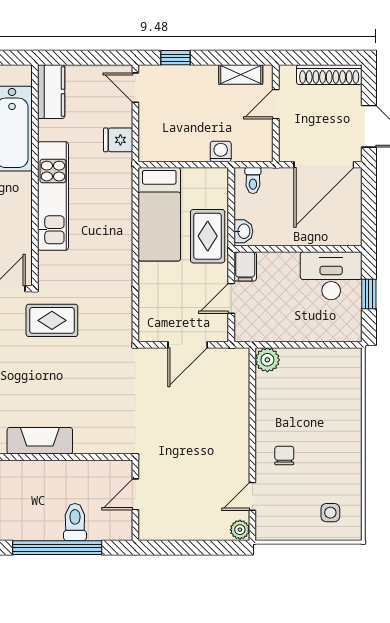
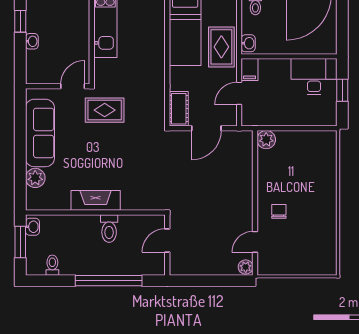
cot: (151, 319) -> (179, 109), added
side table: (330, 513) -> (313, 254), removed
toilet: (75, 522) -> (109, 229), moved, turned 180

